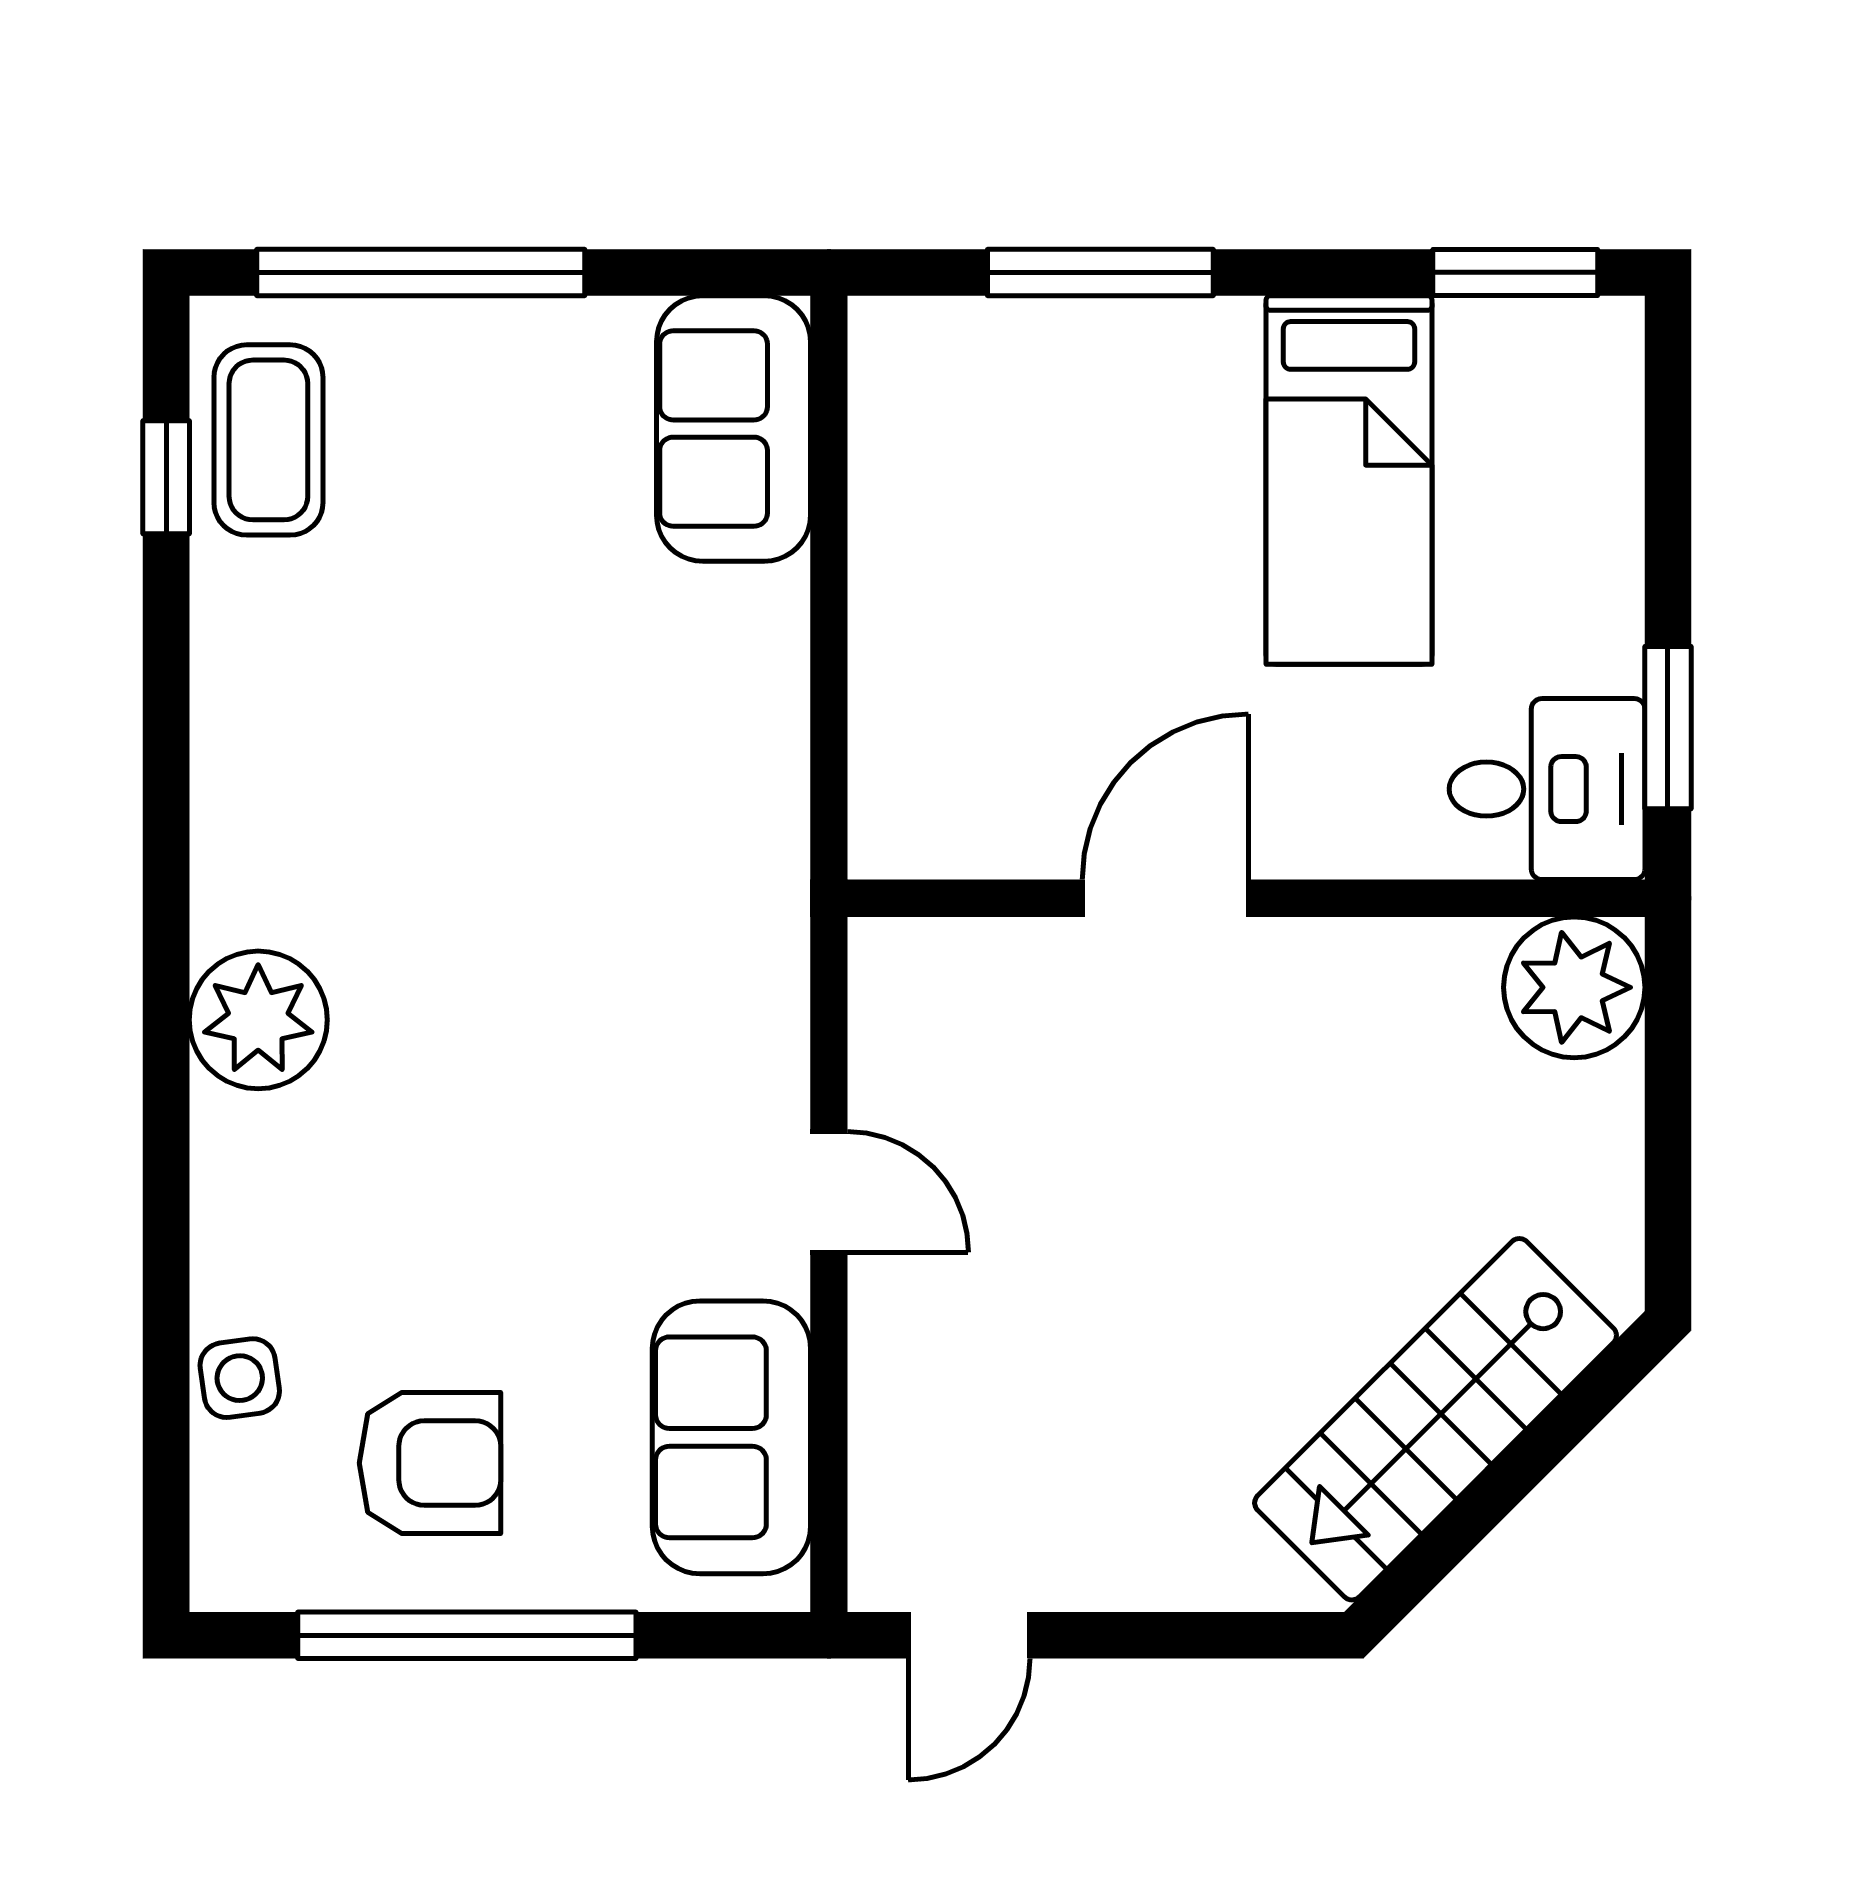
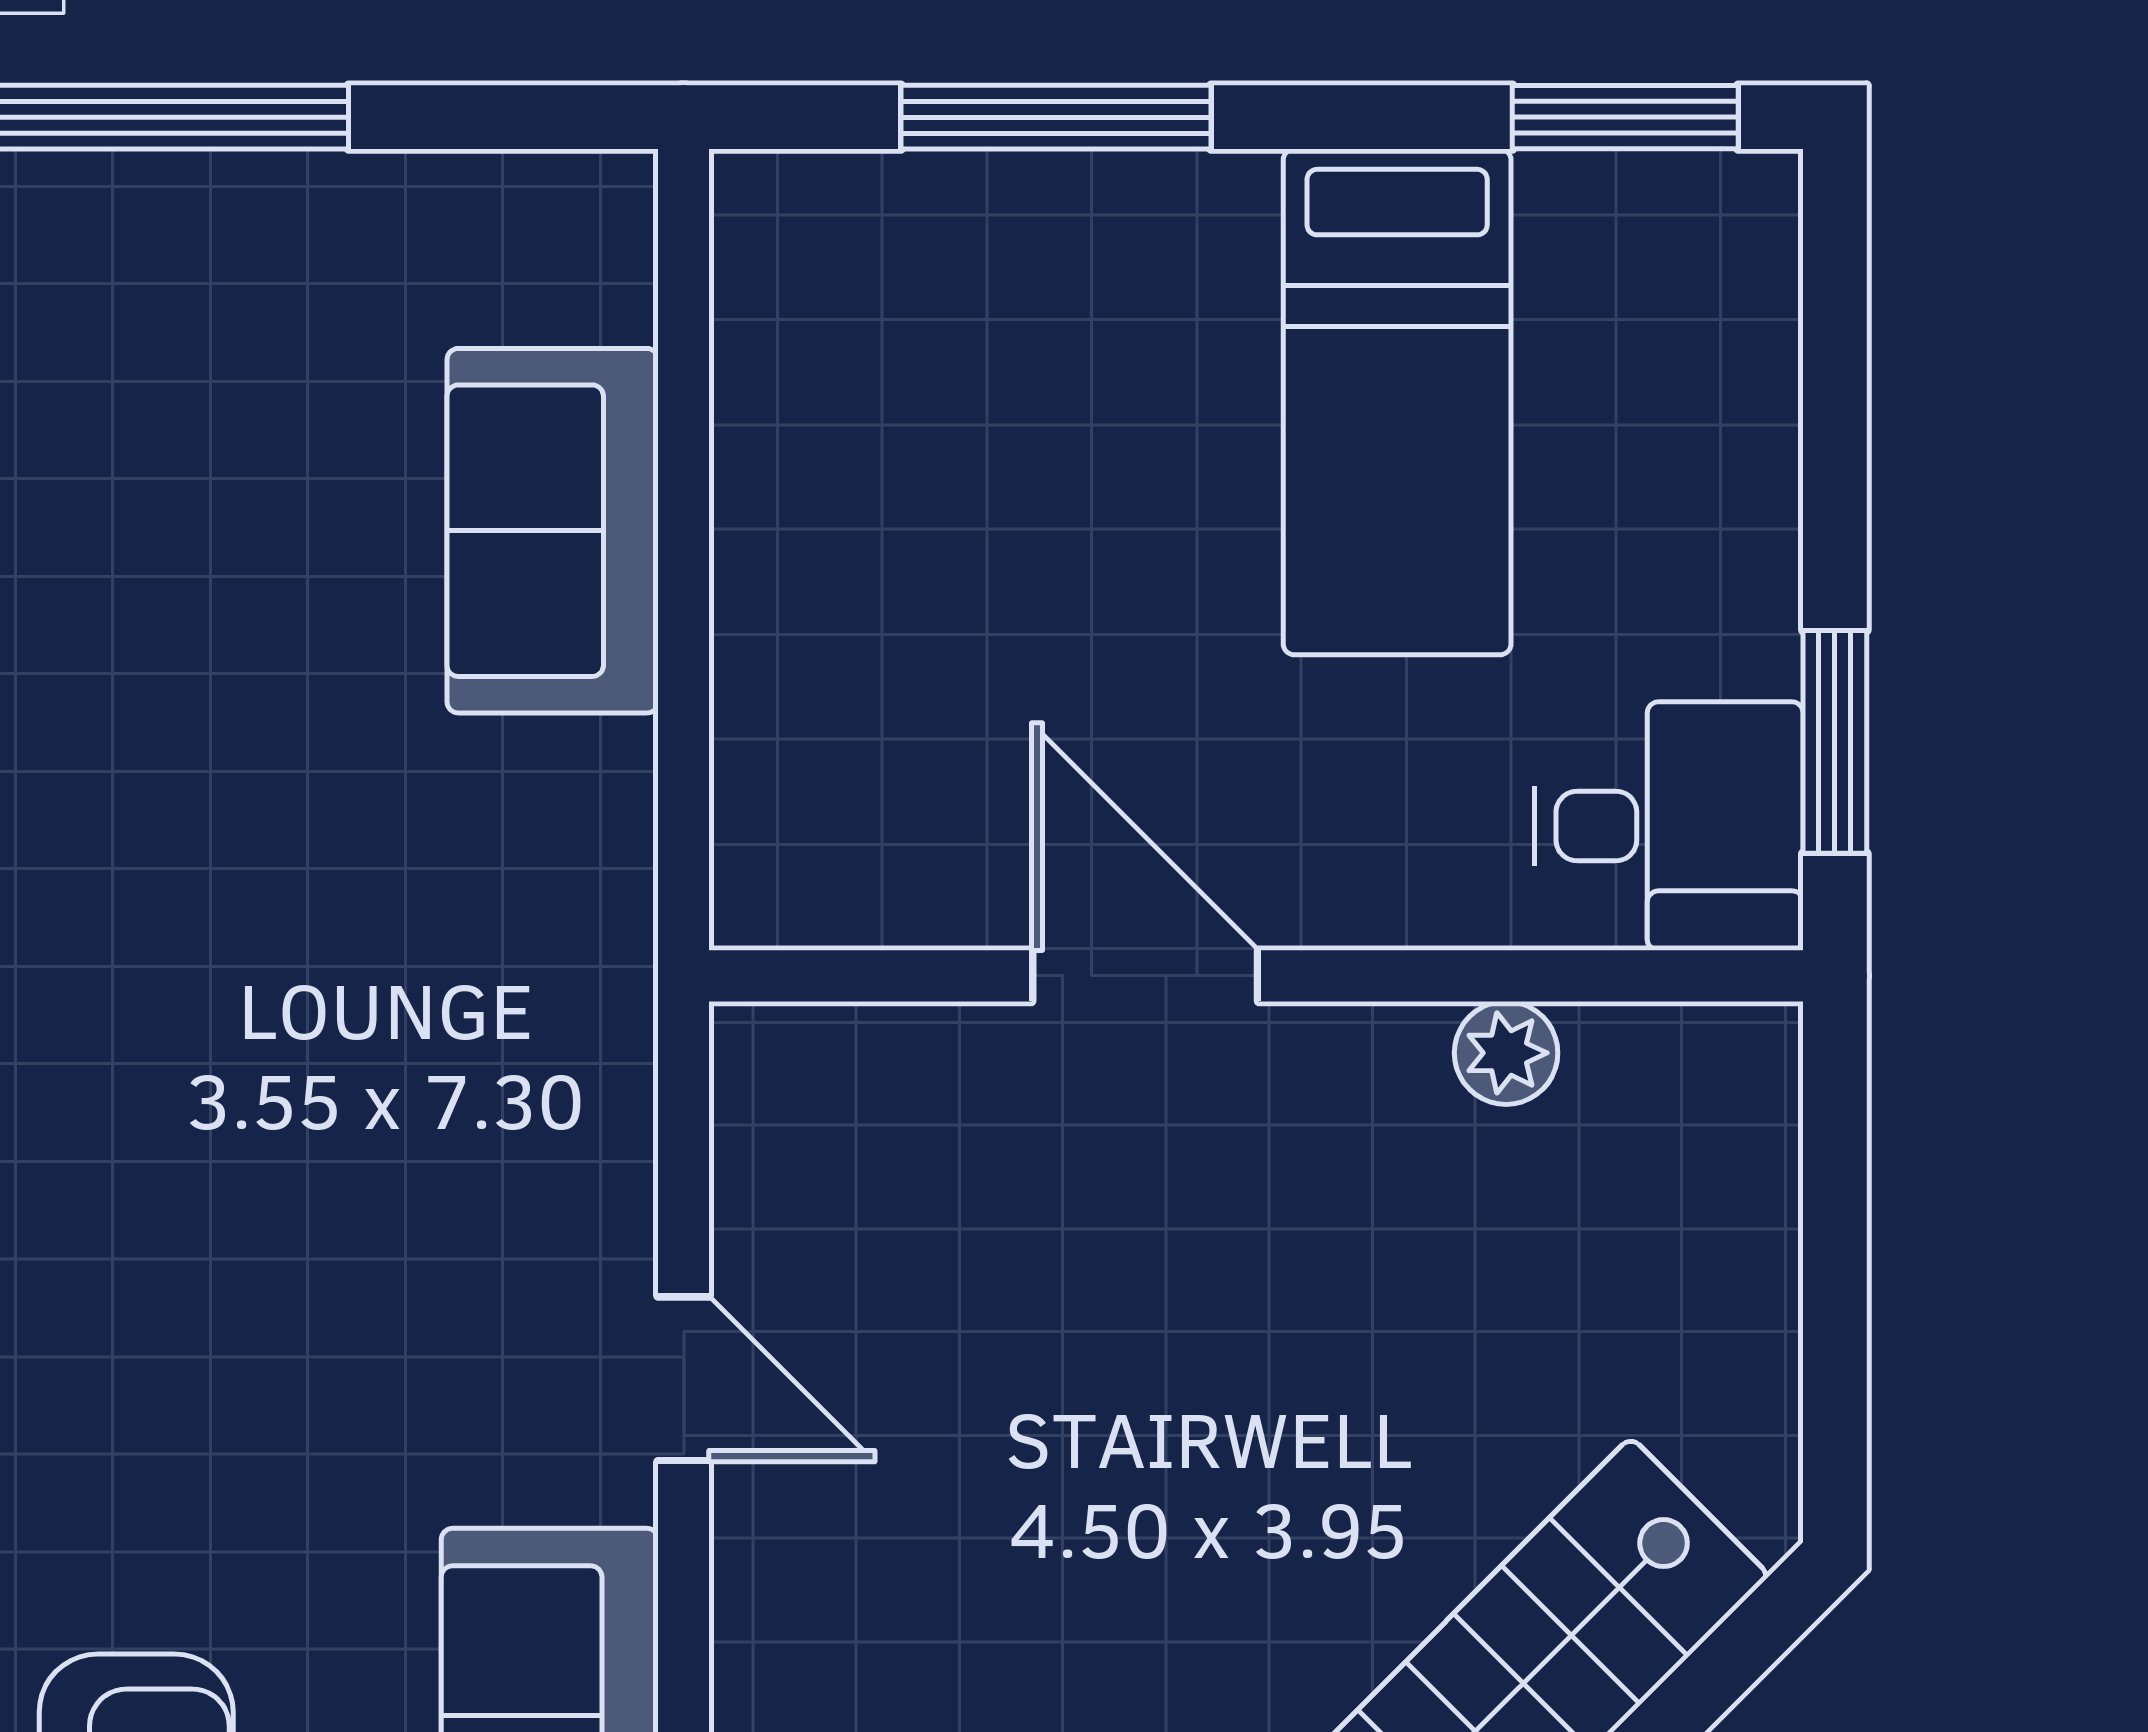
sofa: (734, 429) -> (553, 531), moved
door: (1165, 898) -> (1145, 976), hinge flipped
plant: (1574, 987) -> (1506, 1053), moved, width x0.53, depth x0.53

